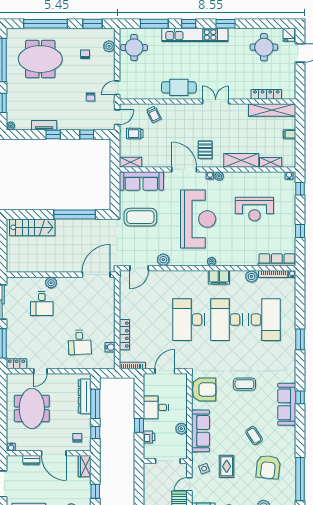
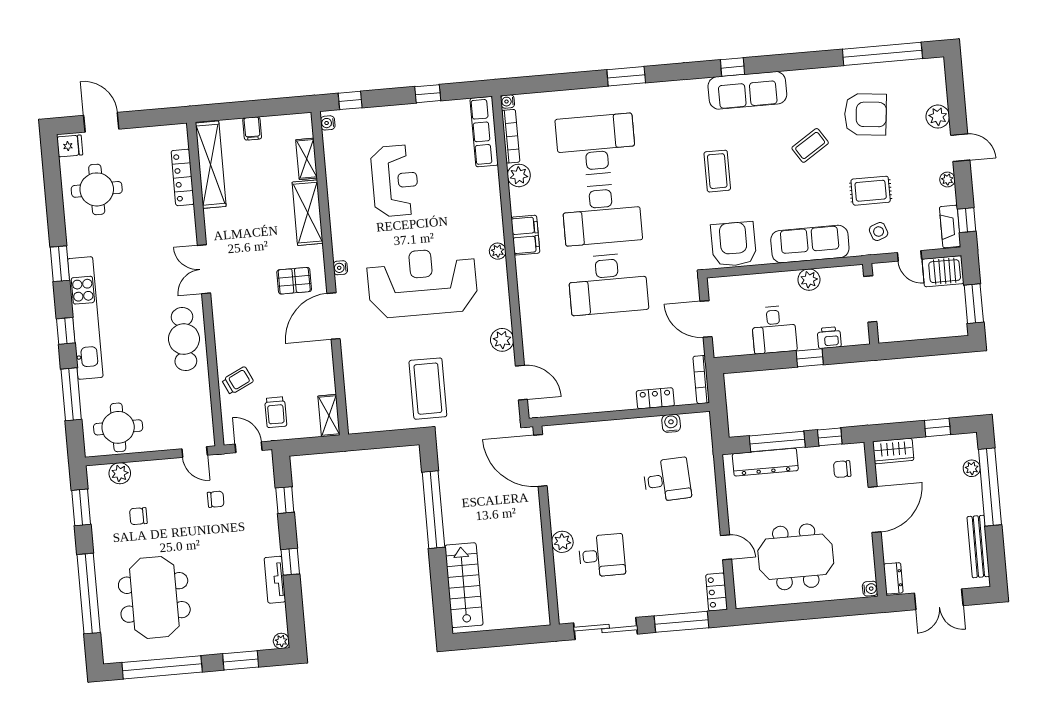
plant: (219, 176) -> (340, 251), removed
sofa: (141, 181) -> (362, 393), removed
locker: (124, 335) -> (655, 398), width x0.66
dresser: (31, 460) -> (893, 578), moved

